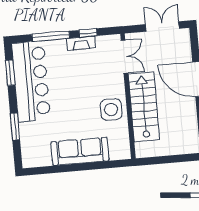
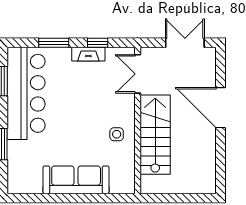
window: (51, 36) -> (54, 43), width x0.69
double door: (124, 57) -> (138, 74), swing flipped
side table: (111, 110) -> (117, 134), width x0.54, depth x0.54

